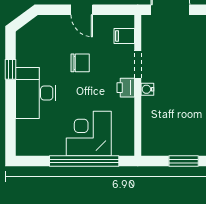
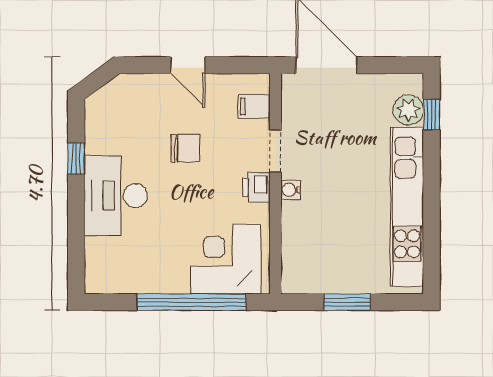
corner desk: (89, 133) -> (226, 259), moved

